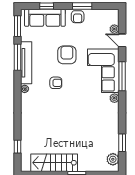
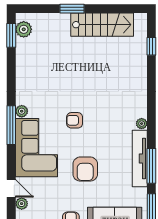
window: (122, 76) -> (11, 125), moved
armchair: (56, 83) -> (75, 120), moved
window: (122, 143) -> (11, 35), moved

